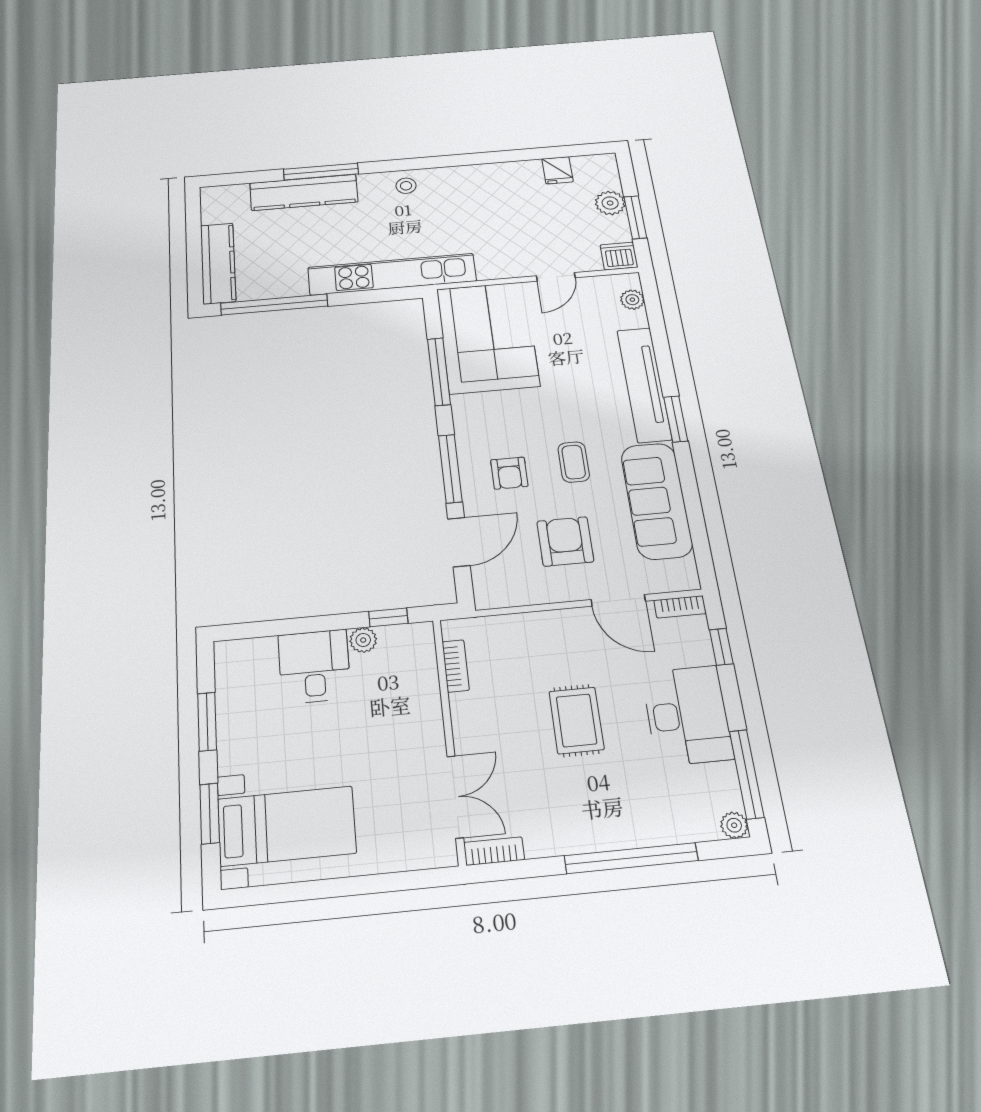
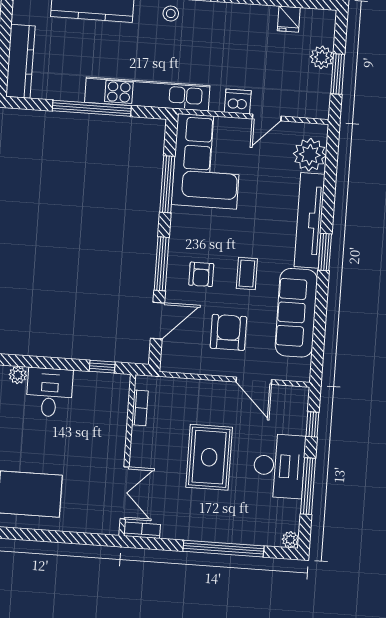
dishwasher: (619, 256) -> (238, 102), moved
plant: (632, 300) -> (310, 155), width x1.87, depth x1.87
window: (274, 305) -> (92, 108), moved
bookcase: (680, 607) -> (293, 392), removed
plant: (363, 640) -> (18, 375), moved
rug: (576, 720) -> (209, 457), width x1.36, depth x1.43
window: (747, 774) -> (308, 486), moved

